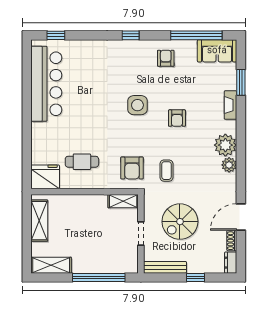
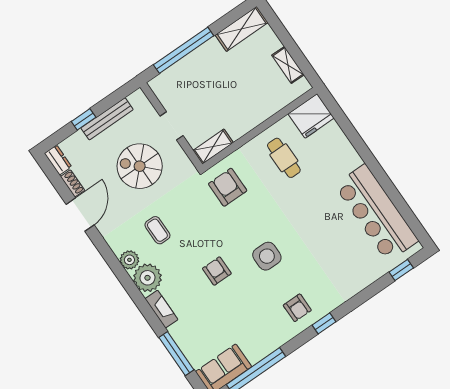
armchair: (166, 58) -> (297, 308), moved
window: (241, 82) -> (176, 354), width x1.44
fireplace: (230, 105) -> (161, 309), moved
cafe table: (82, 162) -> (284, 158), turned 90
coffee table: (166, 171) -> (157, 230), moved
shelving: (39, 221) -> (288, 65), width x0.67, depth x0.75
spiral stairs: (180, 222) -> (140, 166), turned -90
bench: (165, 267) -> (107, 119), moved

